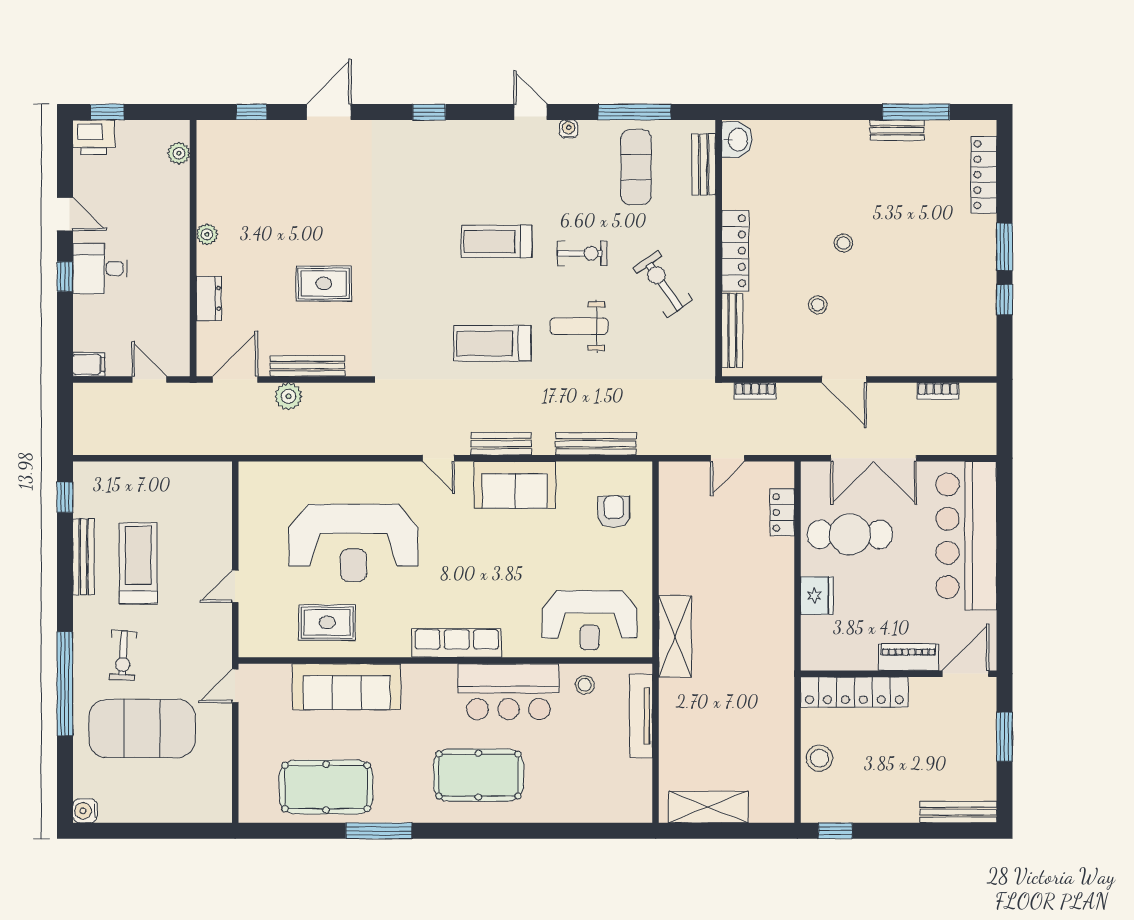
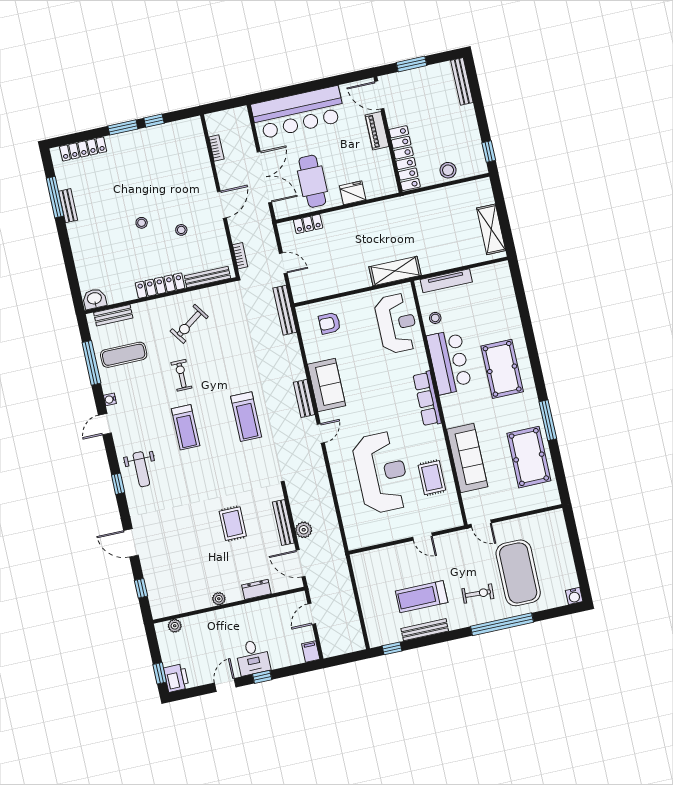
weight bench: (579, 326) -> (141, 469), moved
bench: (596, 444) -> (285, 310), moved

